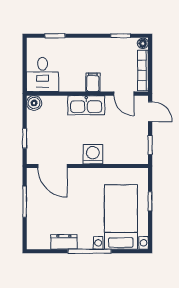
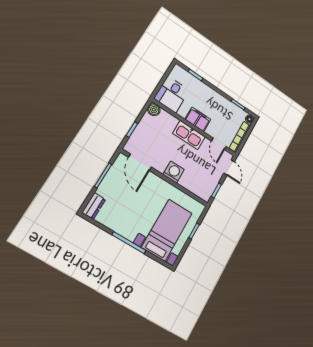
filing cabinet: (93, 82) -> (198, 119), width x2.00
dresser: (64, 242) -> (94, 206), moved, turned 90

